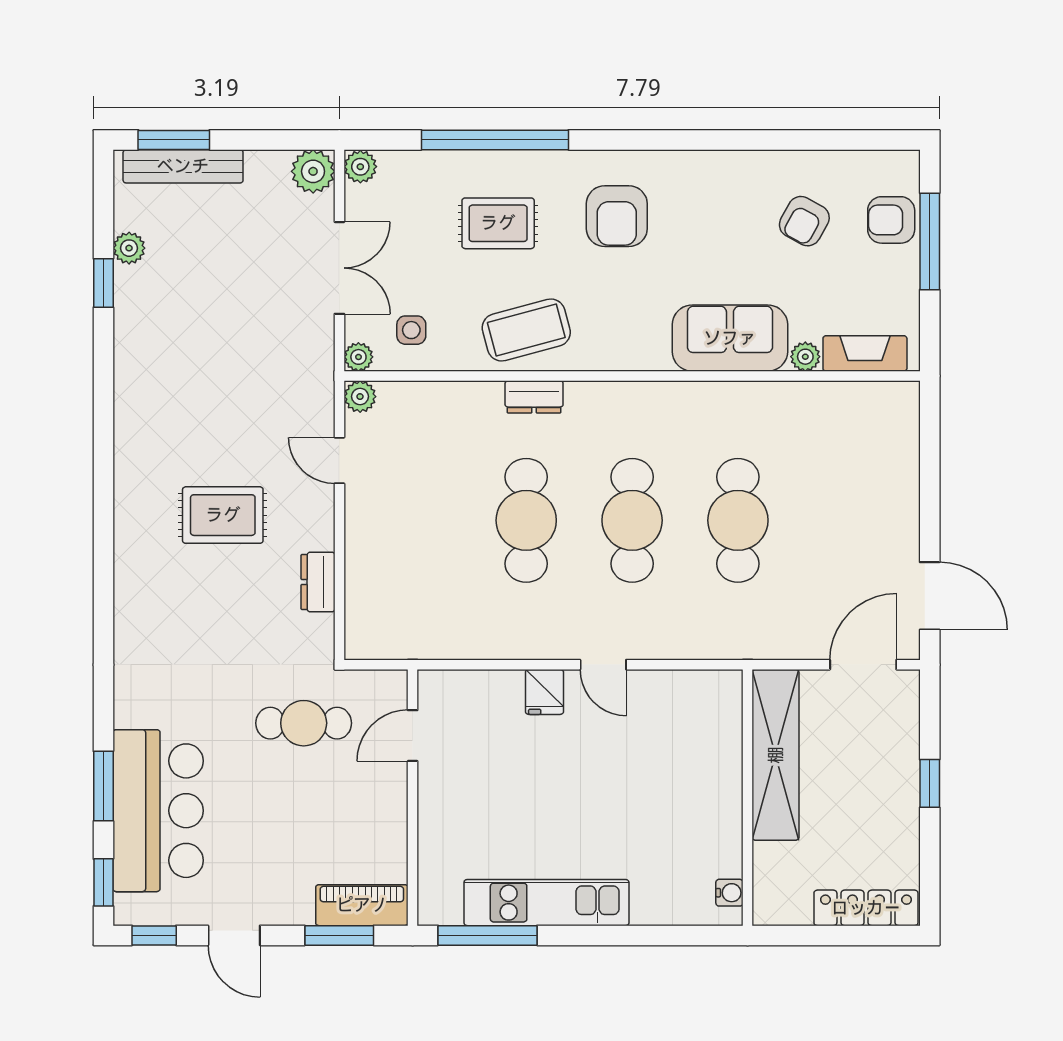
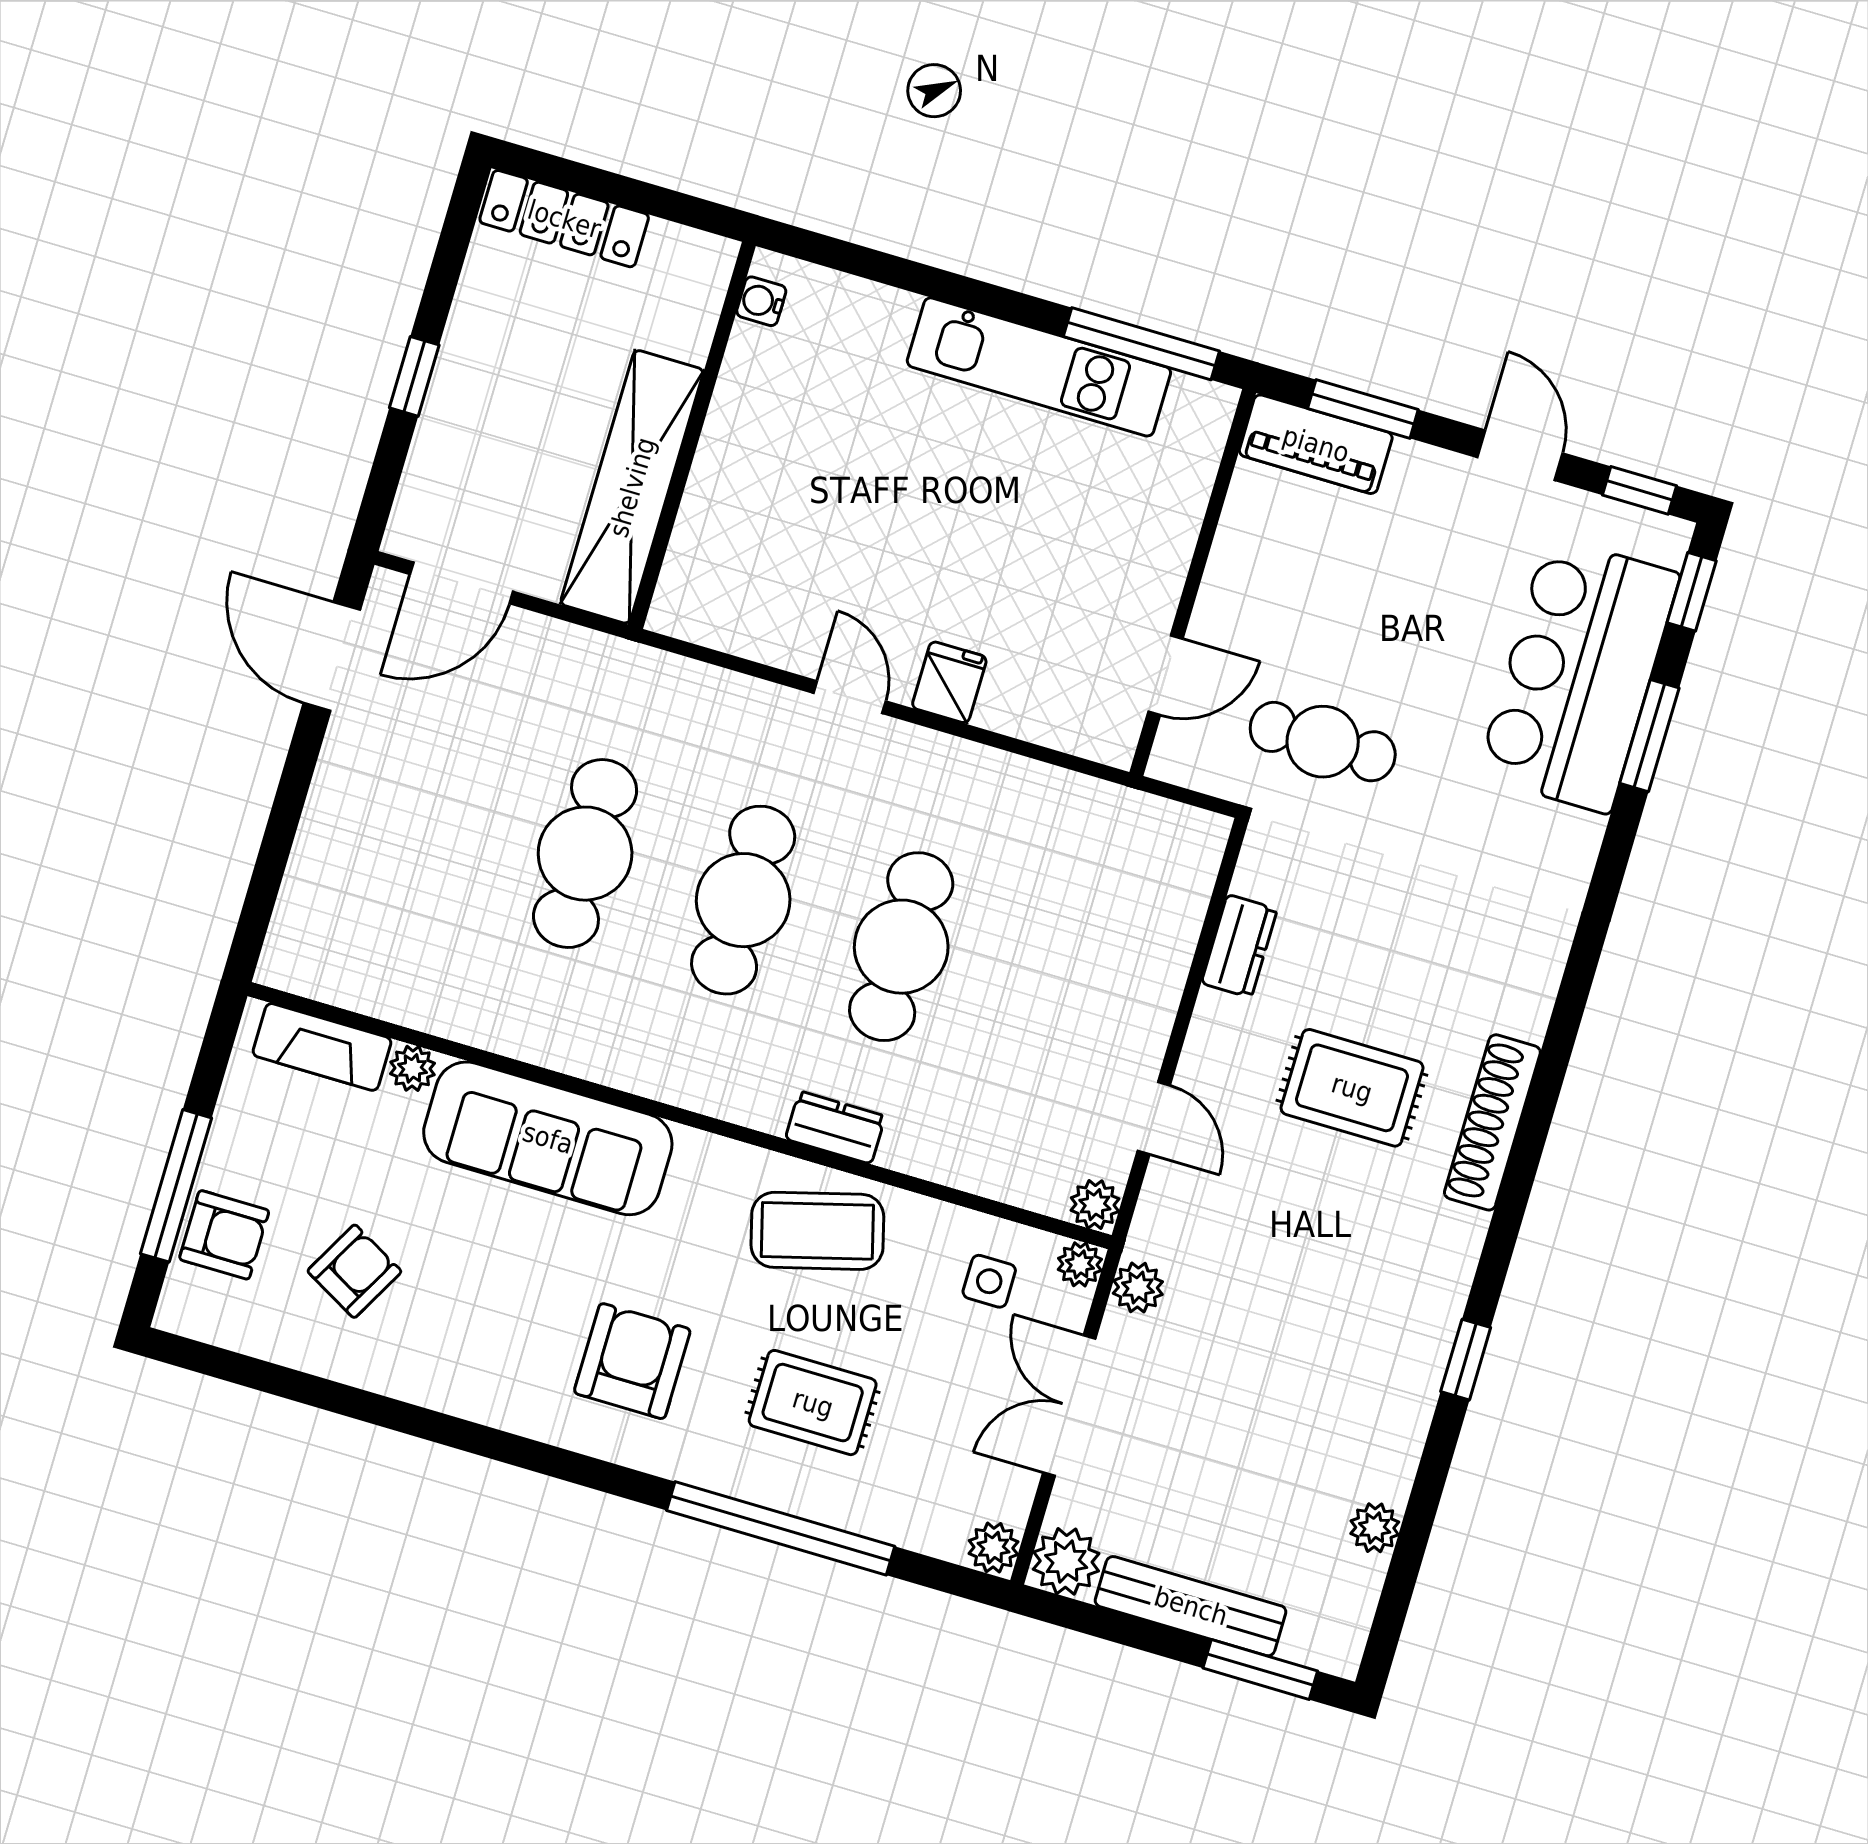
bench: (183, 166) -> (1191, 1606), moved
window: (103, 283) -> (1466, 1360), moved
sofa: (730, 338) -> (548, 1138), width x1.36
plant: (319, 353) -> (1138, 1288), added
shoe rack: (130, 519) -> (1492, 1122), added

